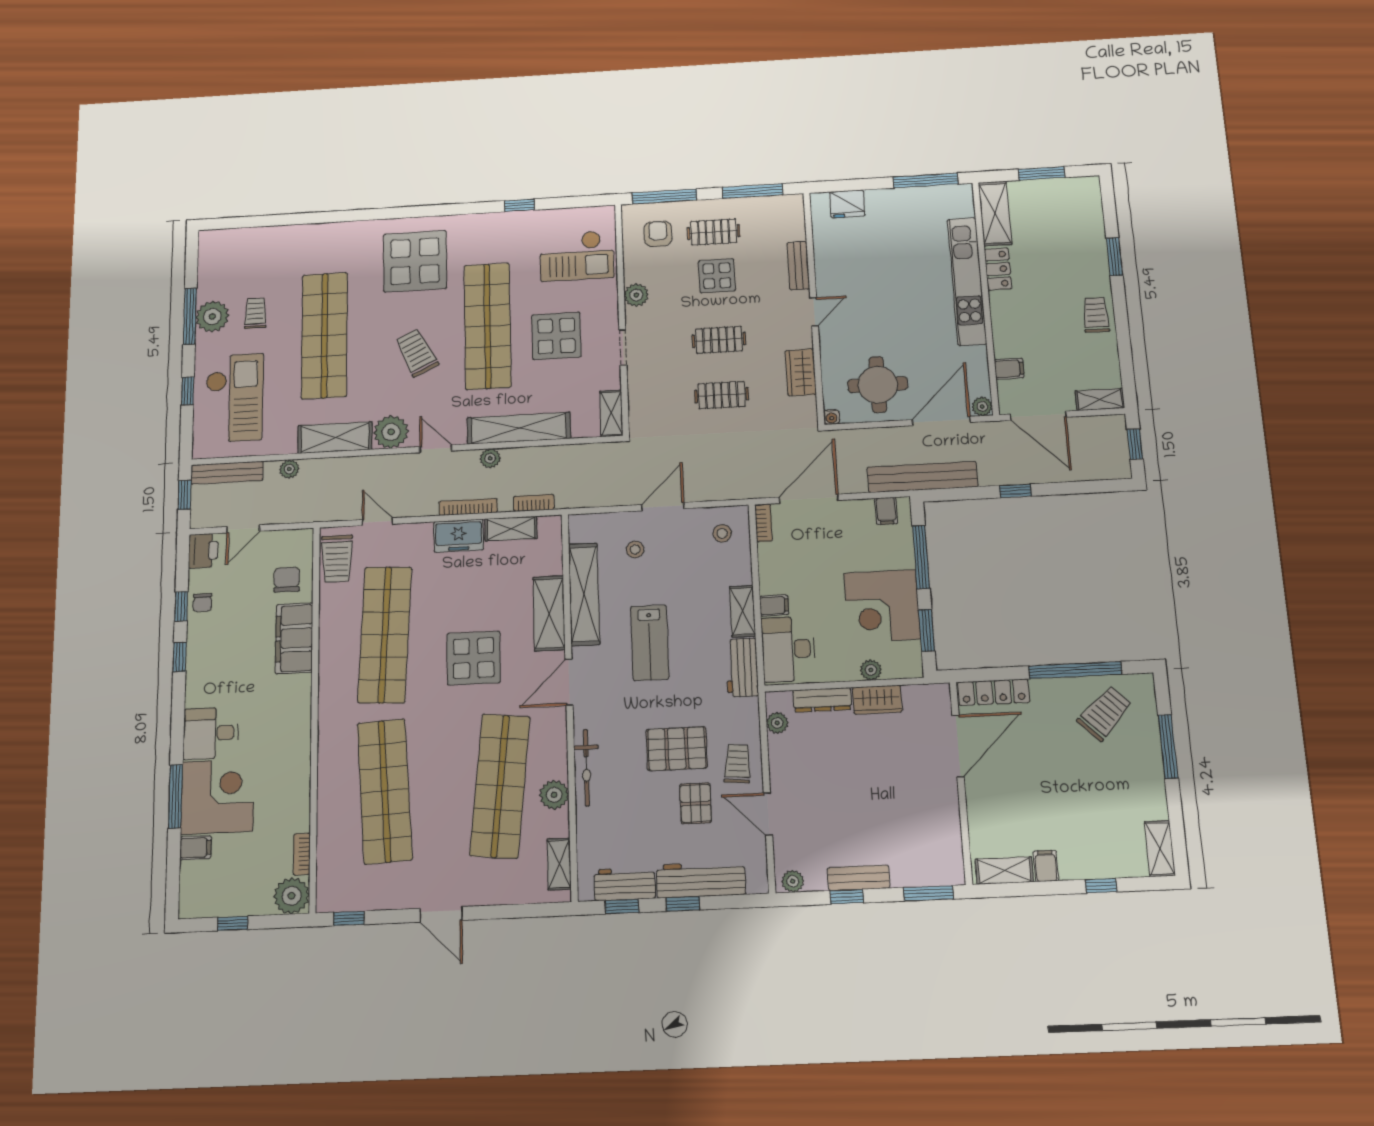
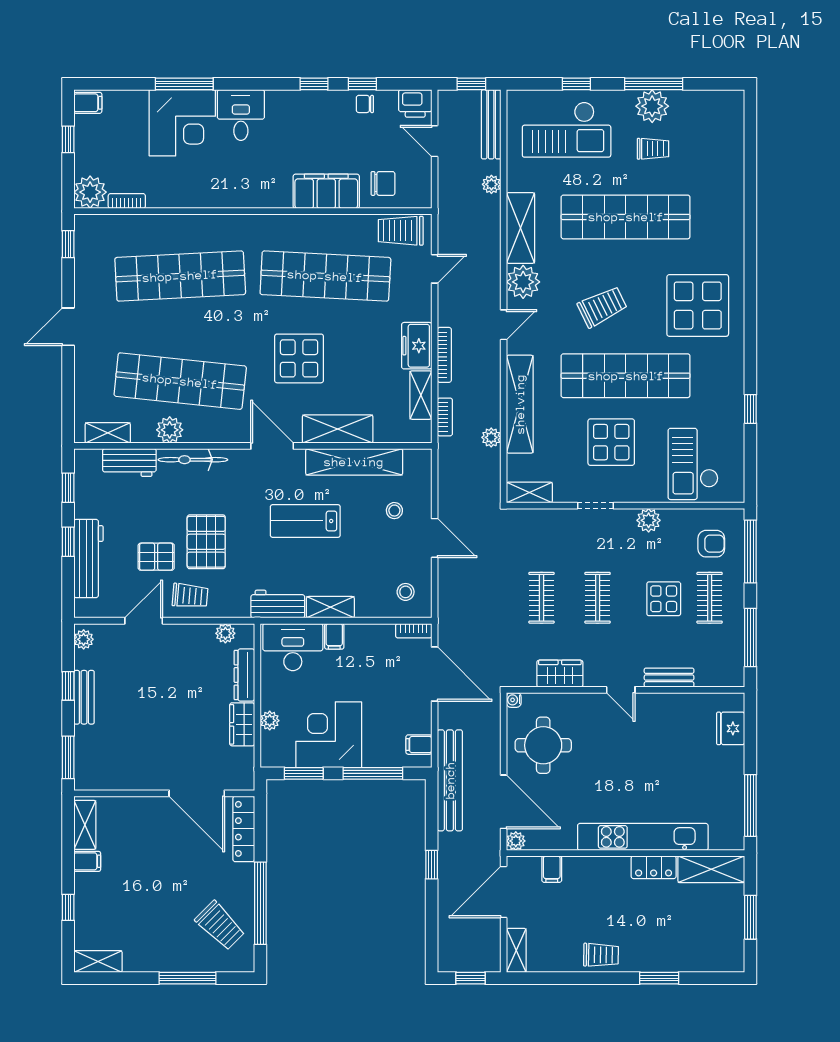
plant: (490, 458) -> (491, 437), moved
filing cabinet: (195, 848) -> (88, 103), moved, turned -90
workbench: (625, 884) -> (129, 462), moved, turned 90

